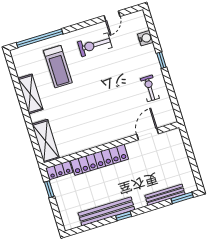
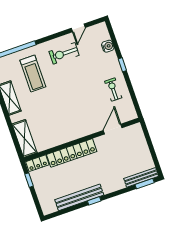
bench: (165, 195) -> (141, 177), moved

